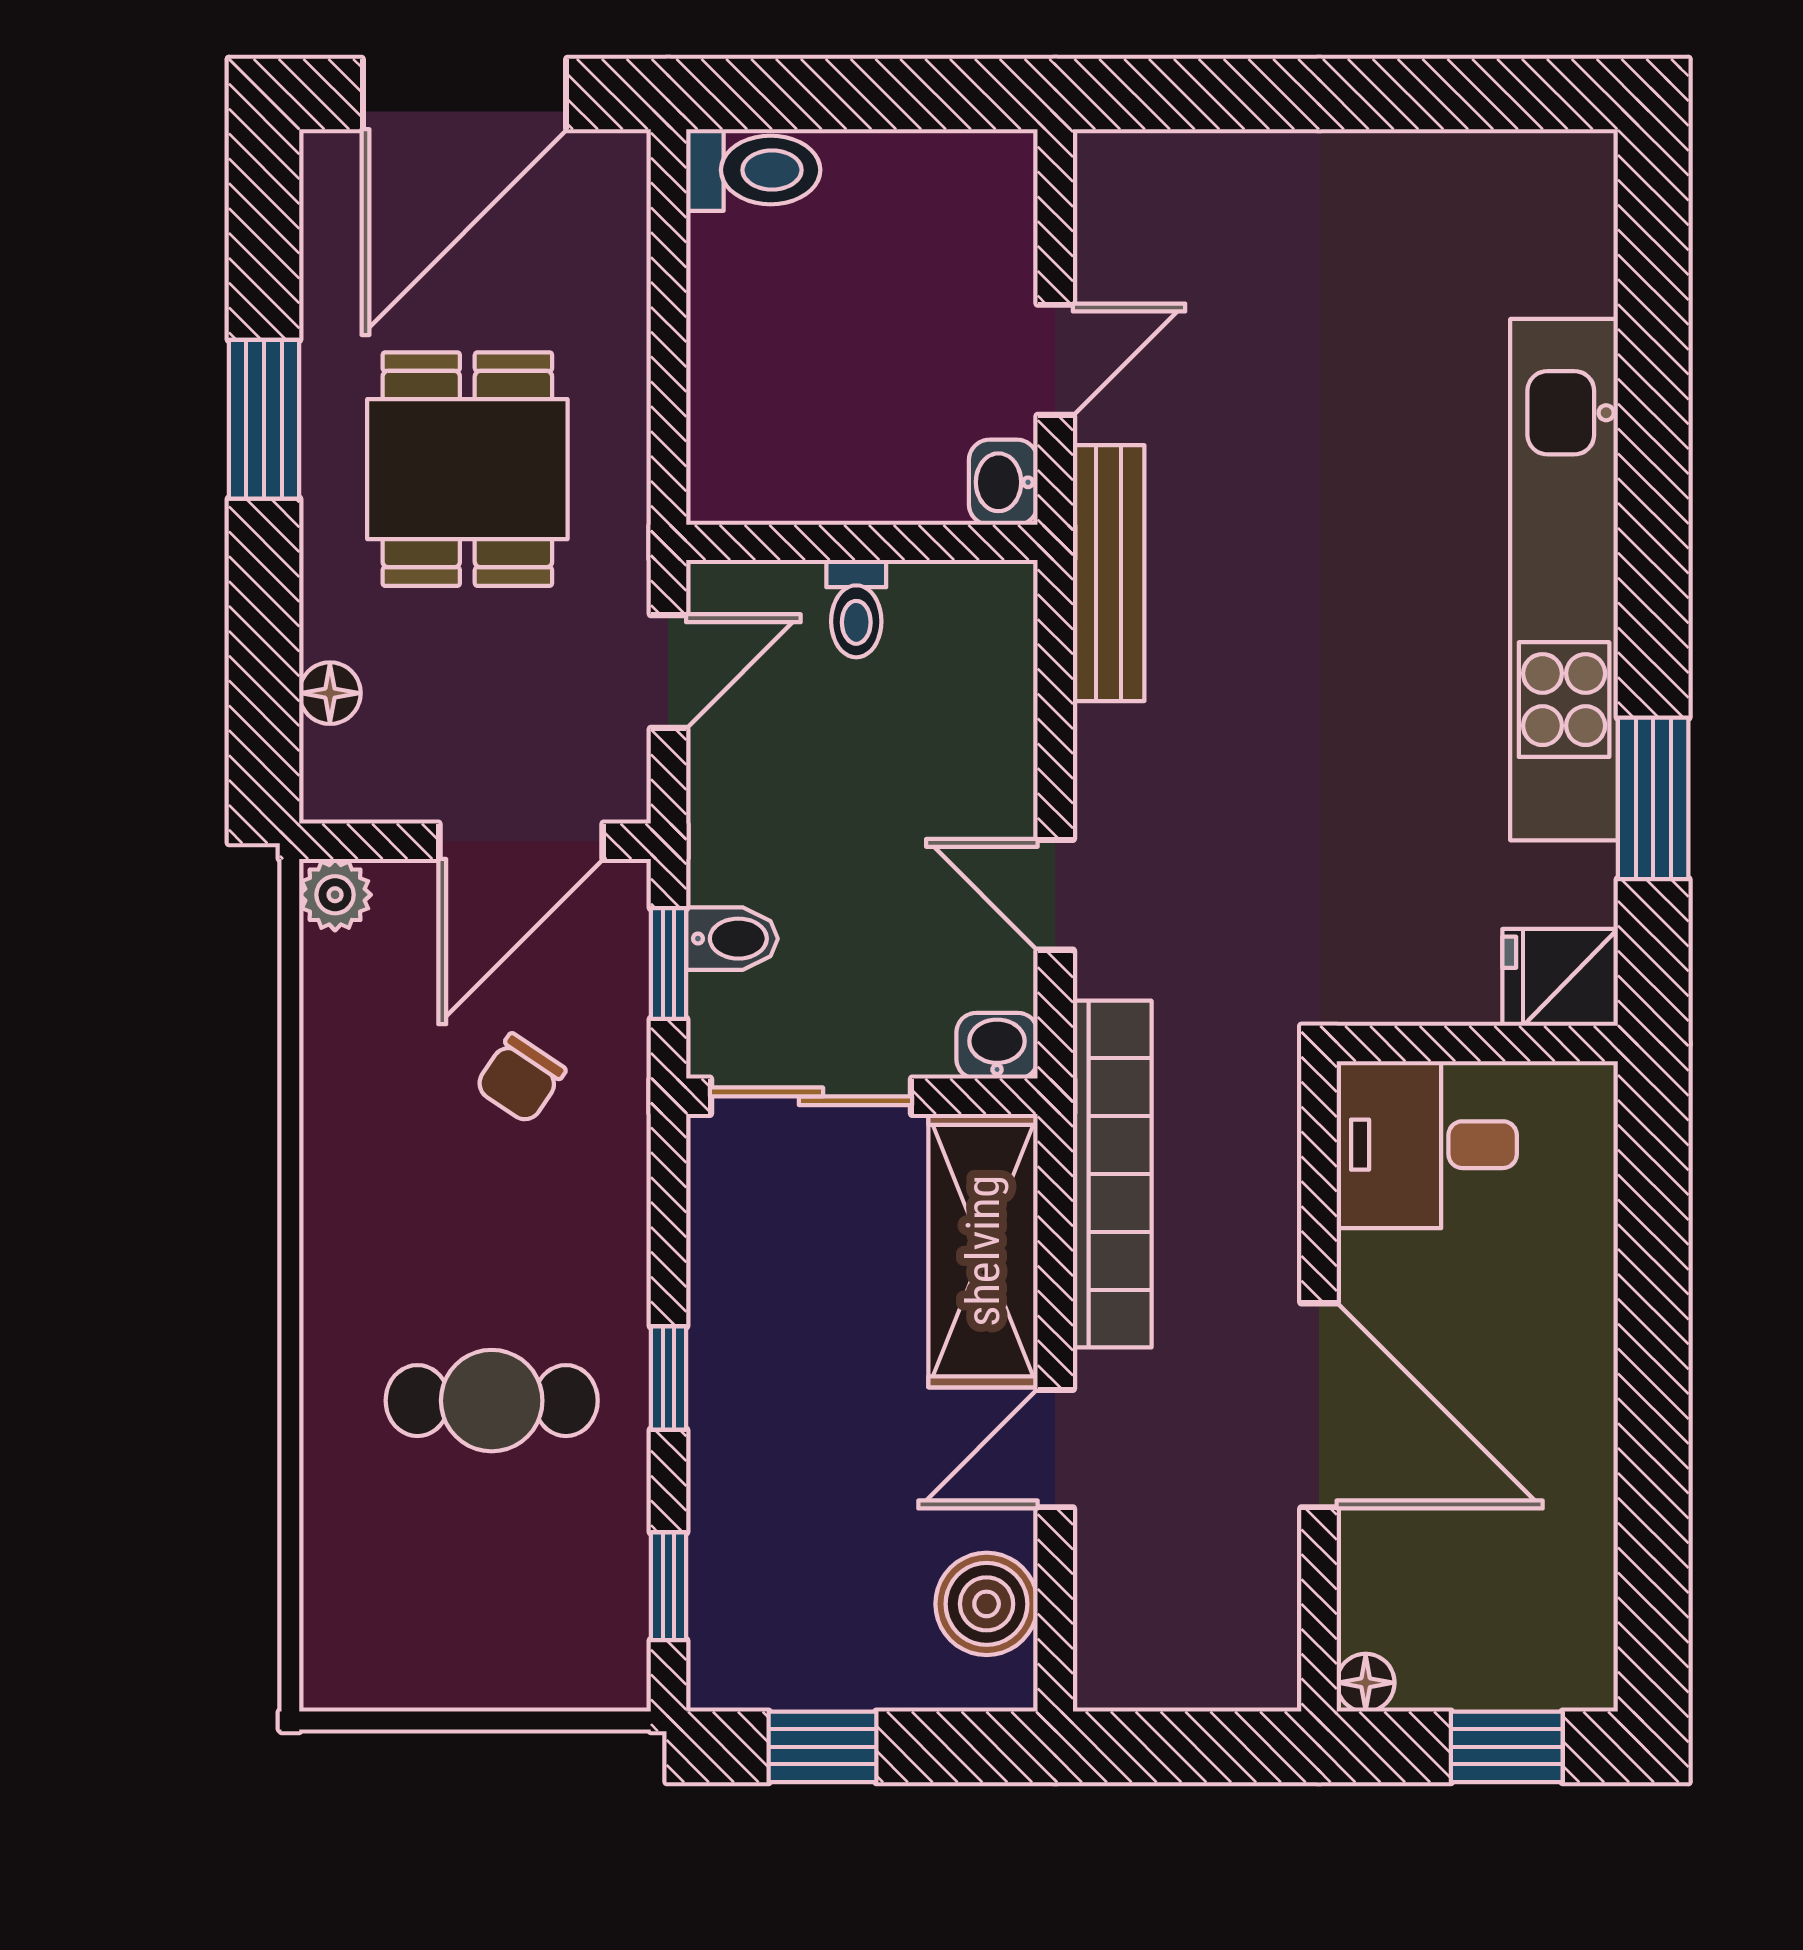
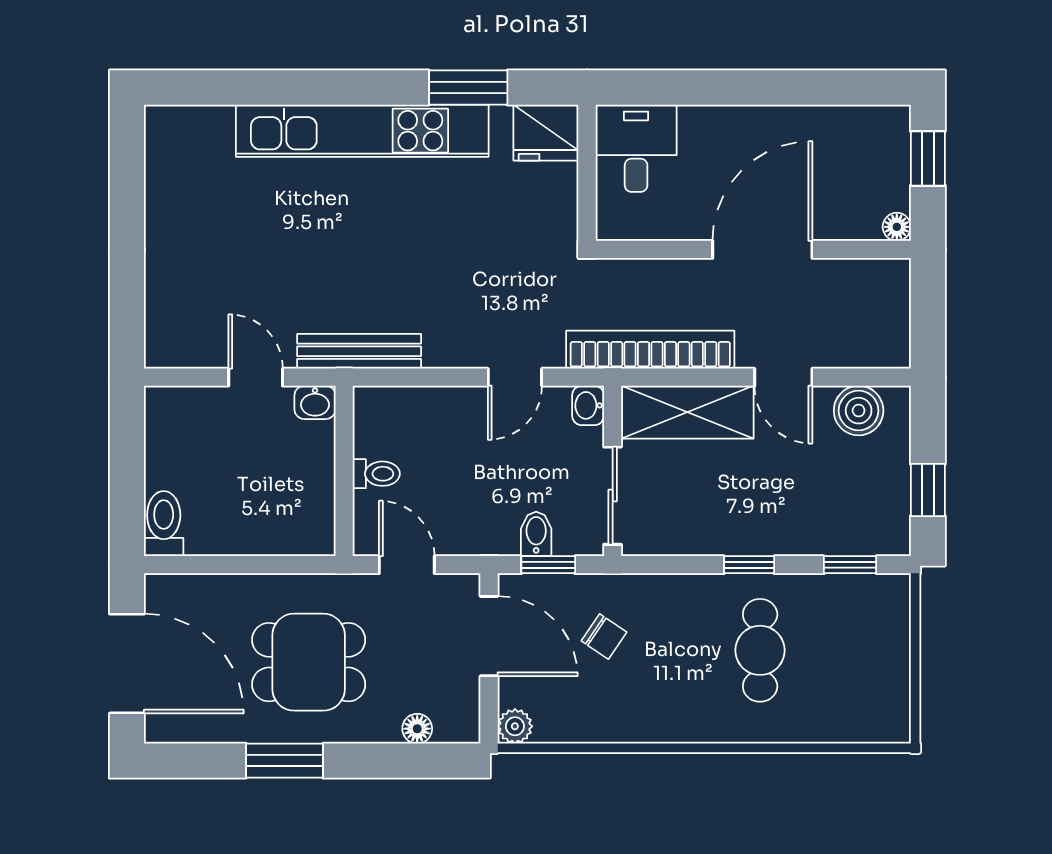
fridge: (1560, 977) -> (546, 133), width x1.38
desk: (1427, 1145) -> (636, 148), moved, turned 180

